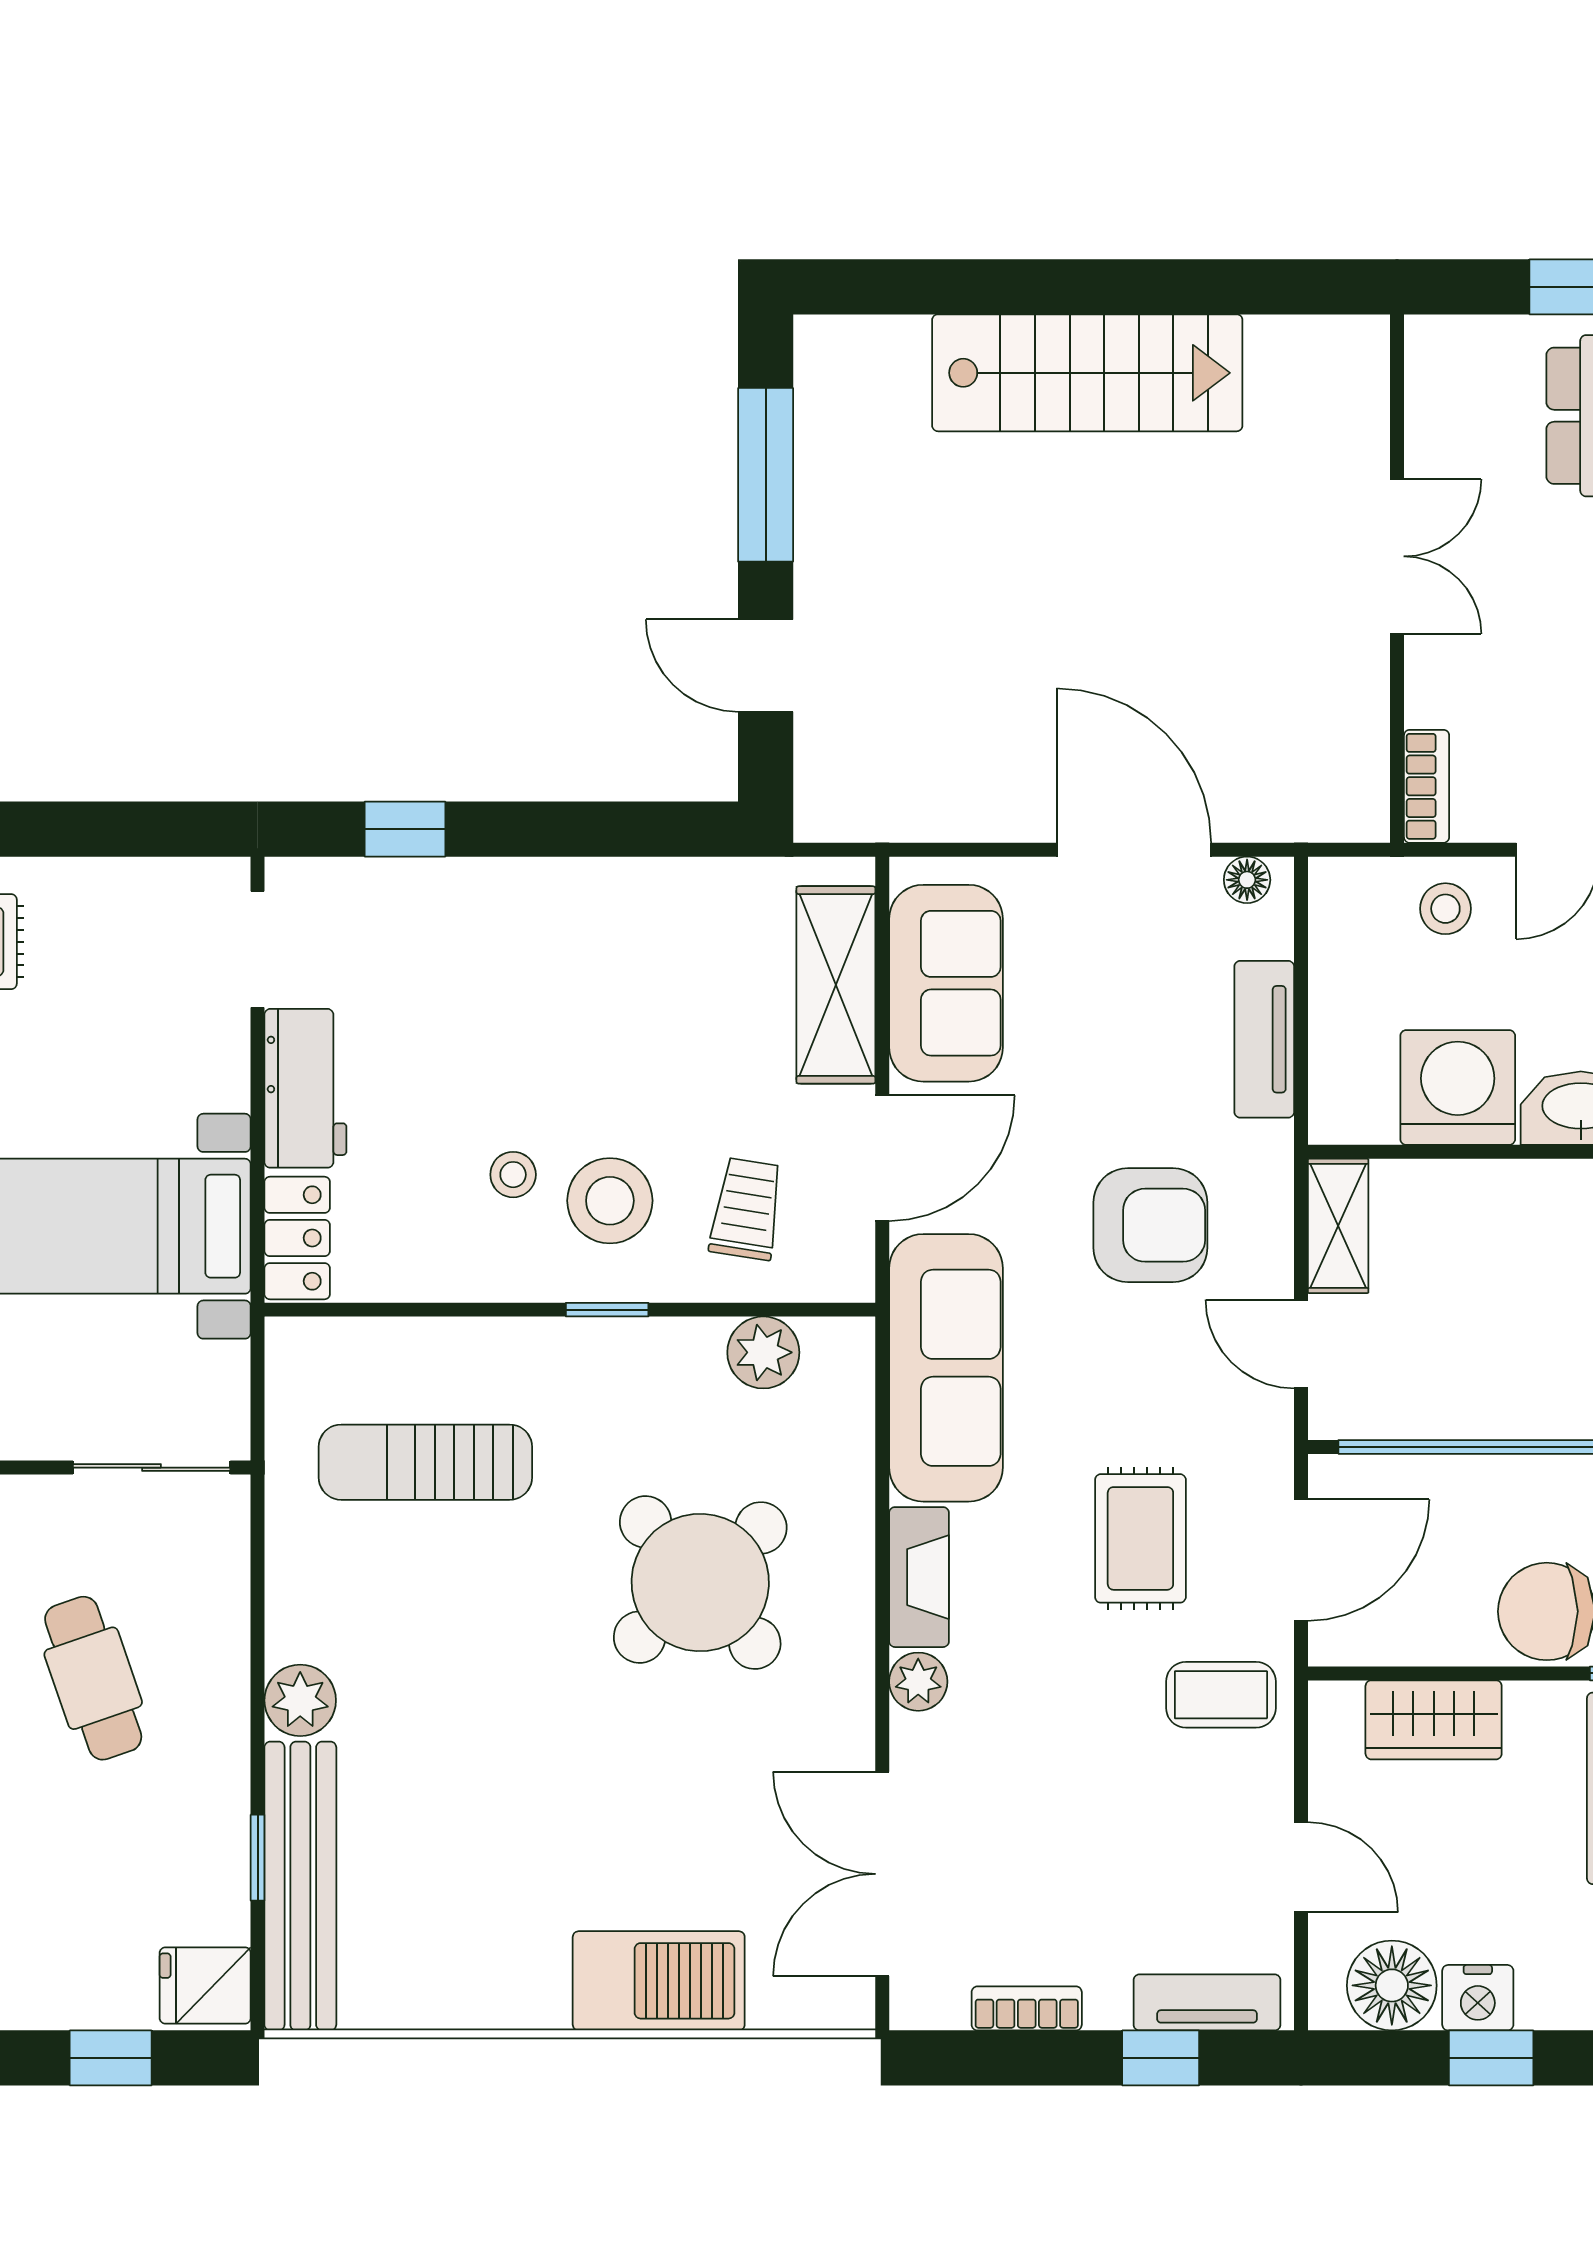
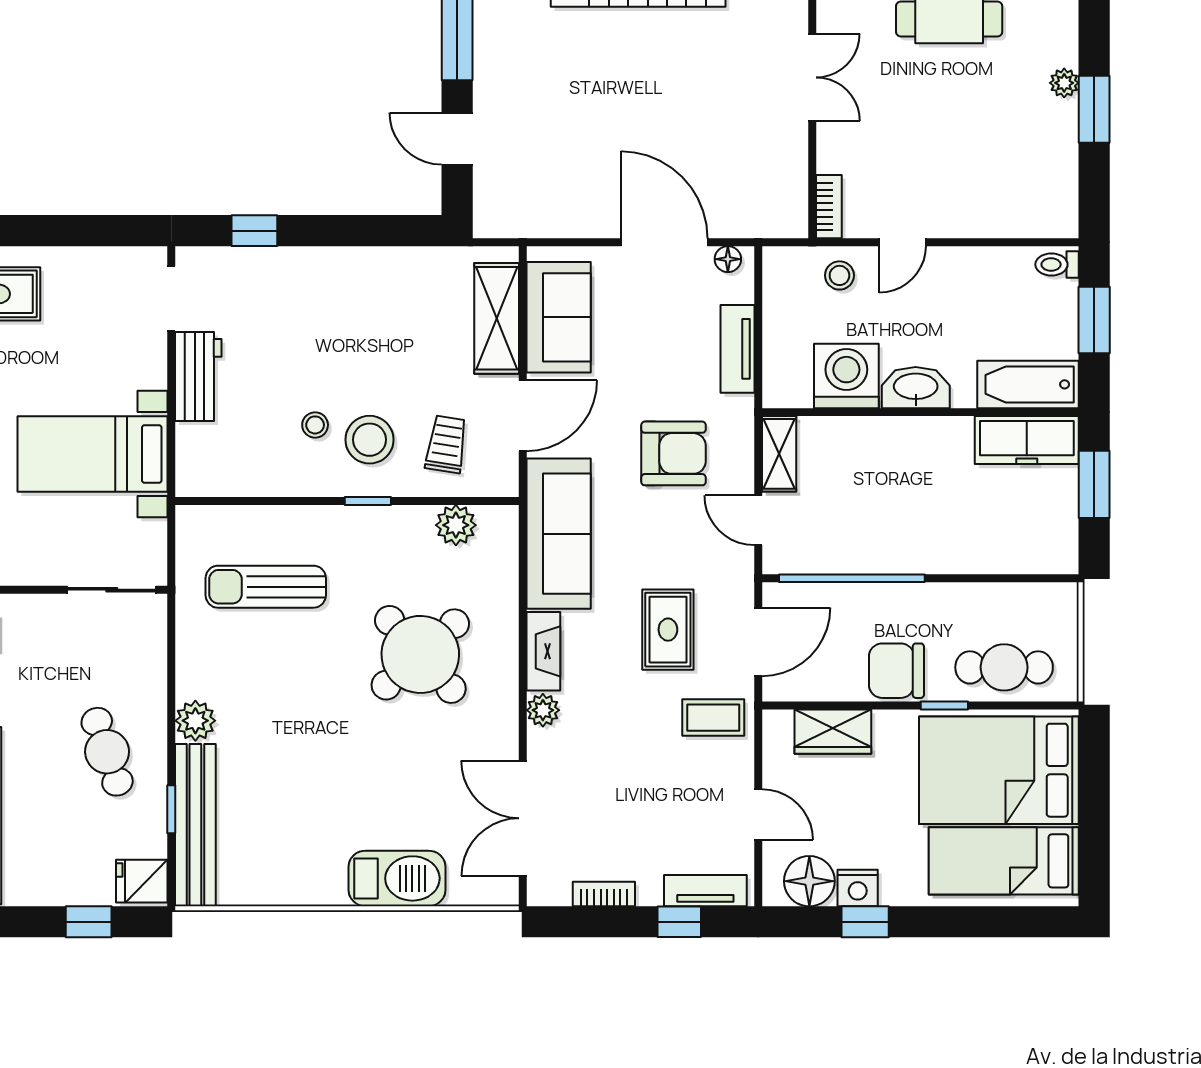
locker: (297, 1238) -> (194, 461), removed
cafe table: (93, 1678) -> (107, 752), moved

